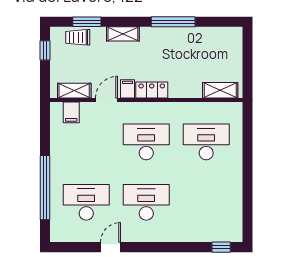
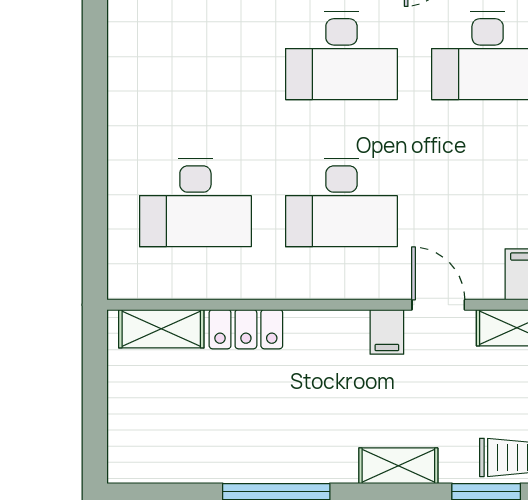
locker: (152, 90) -> (246, 329), moved
door: (106, 100) -> (438, 305), swing flipped

